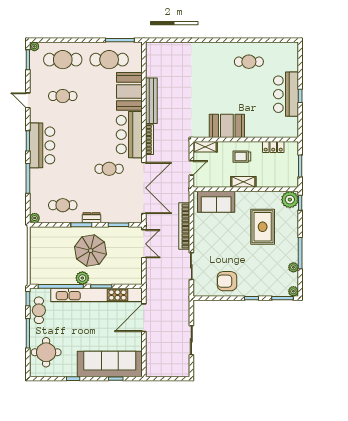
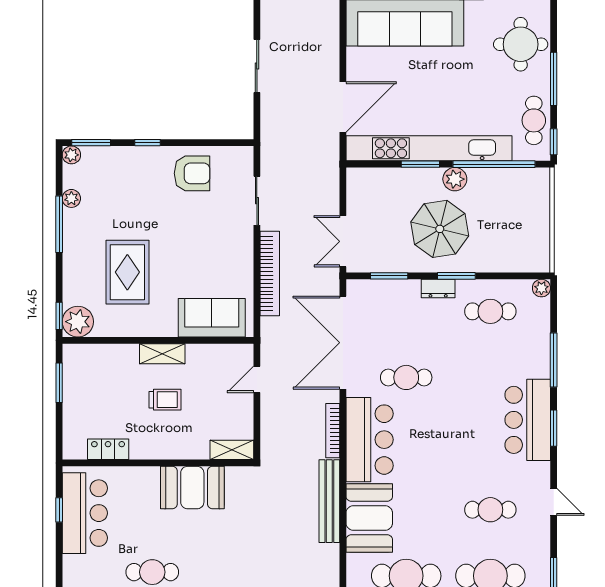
booth: (227, 126) -> (192, 488), moved
wall: (246, 140) -> (158, 463), moved
shelving: (205, 147) -> (232, 450), moved
locker: (273, 147) -> (108, 449), moved

